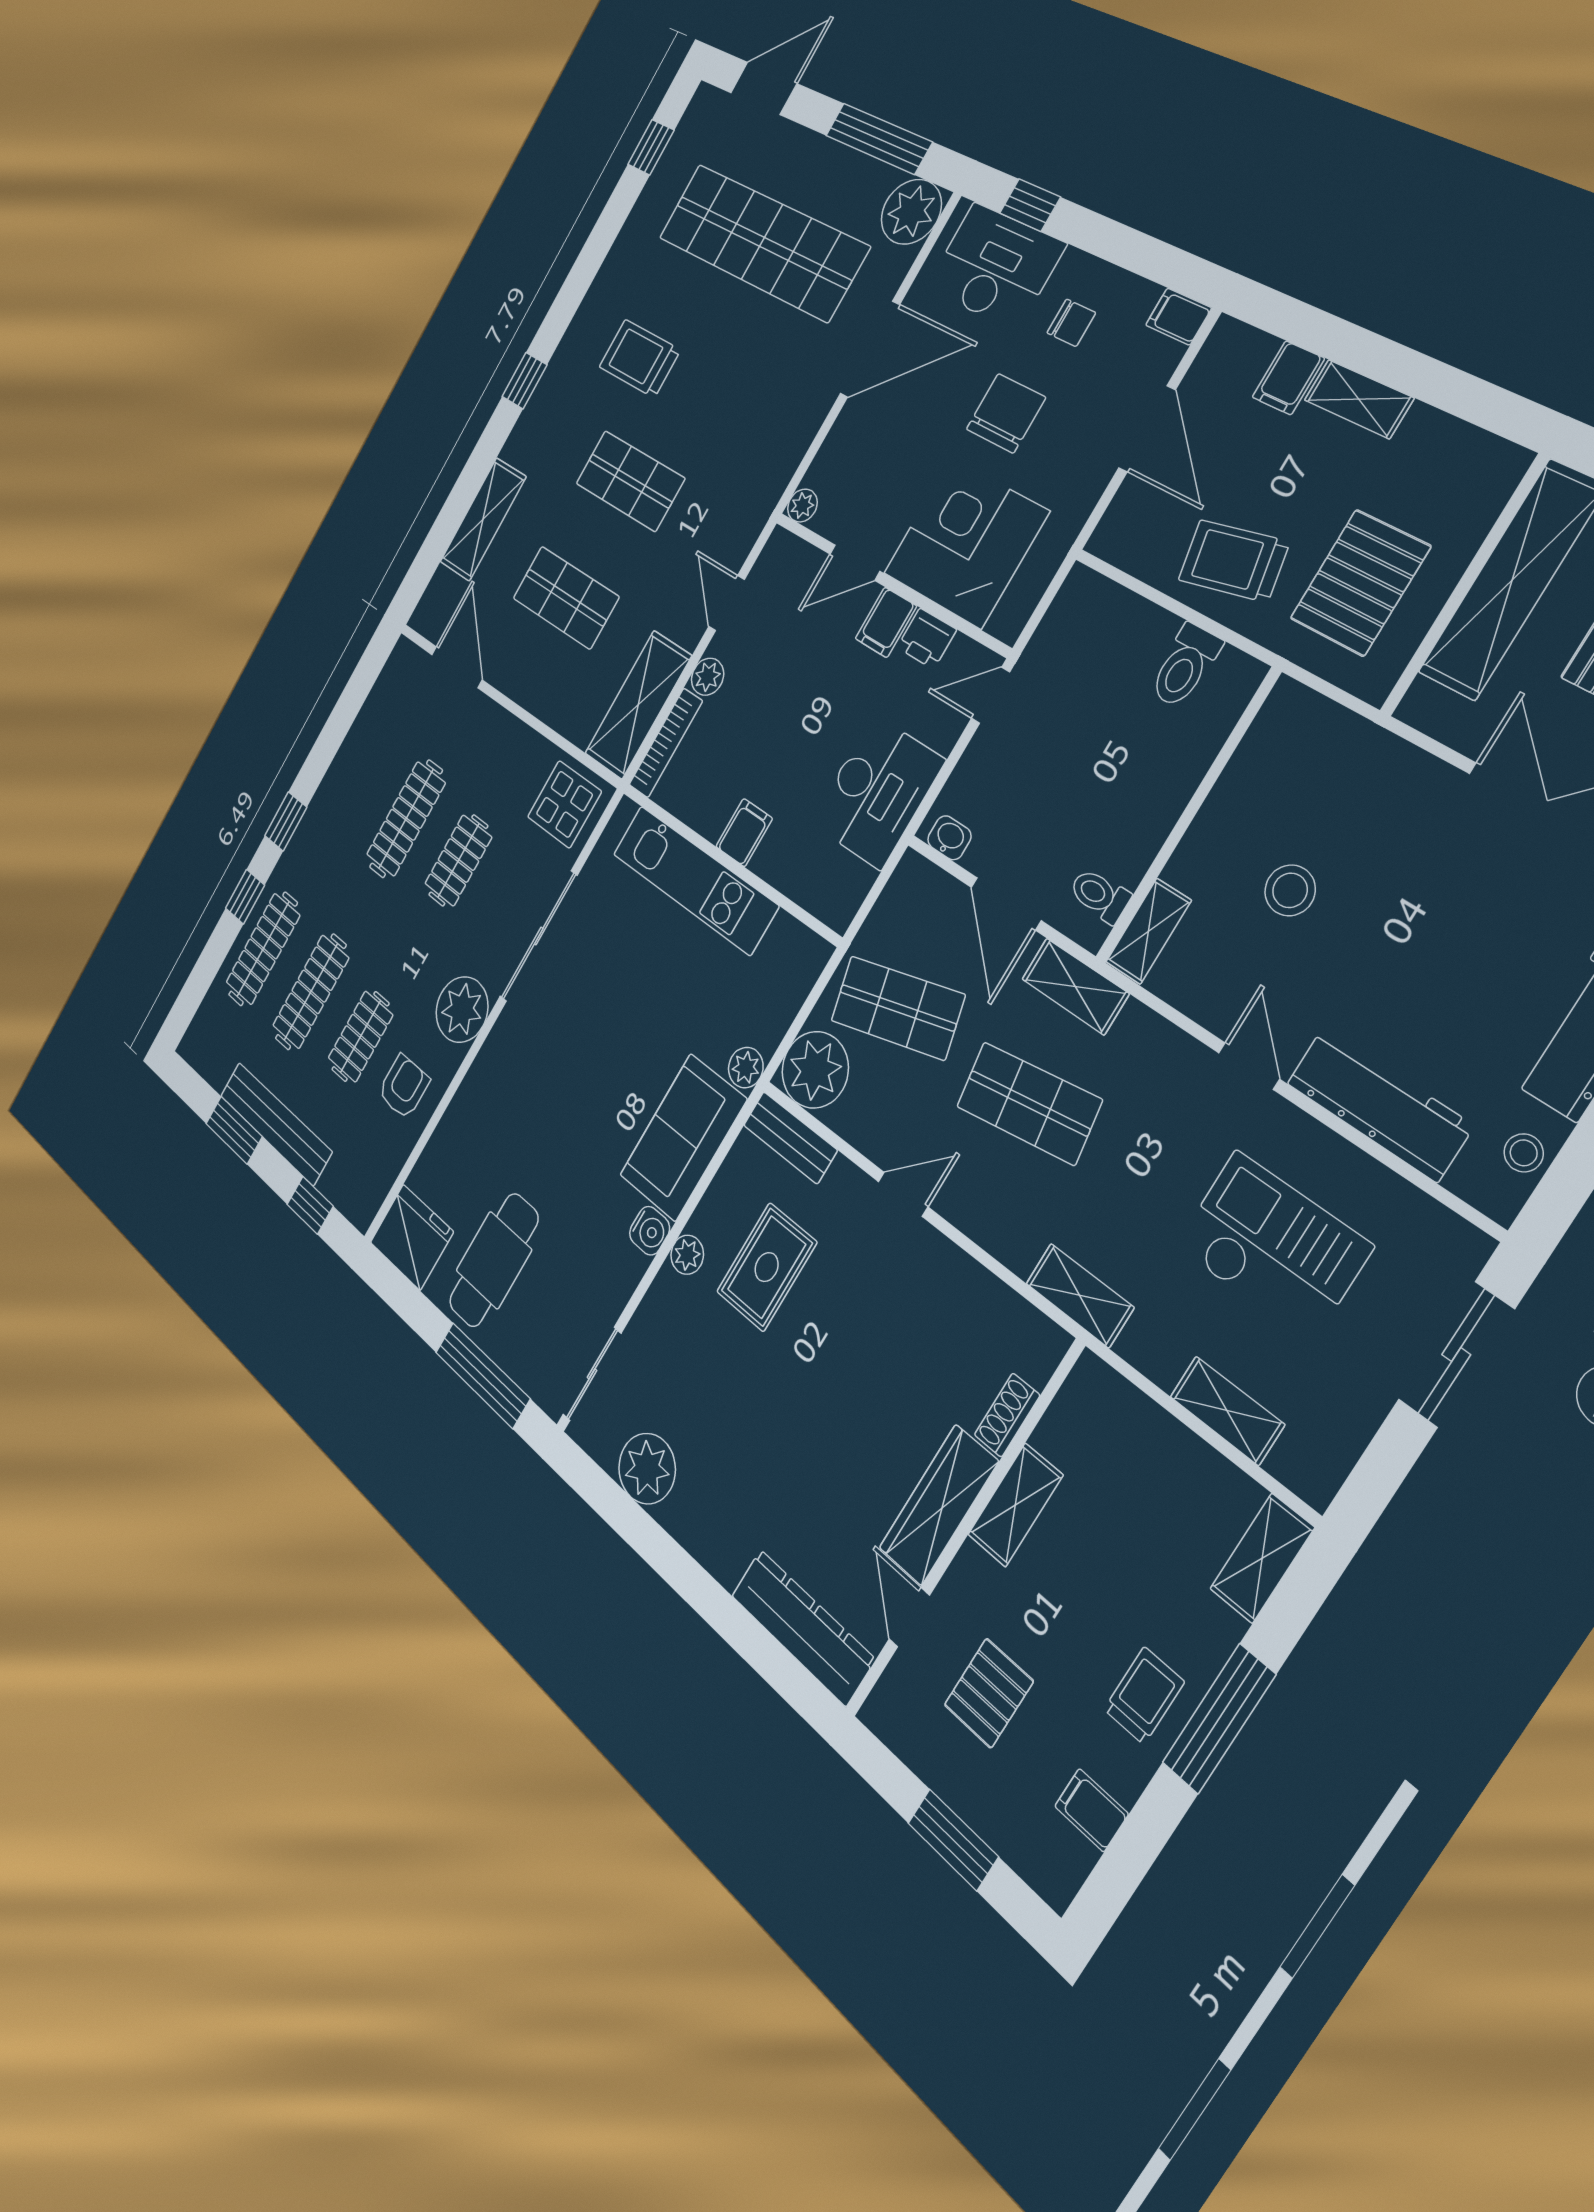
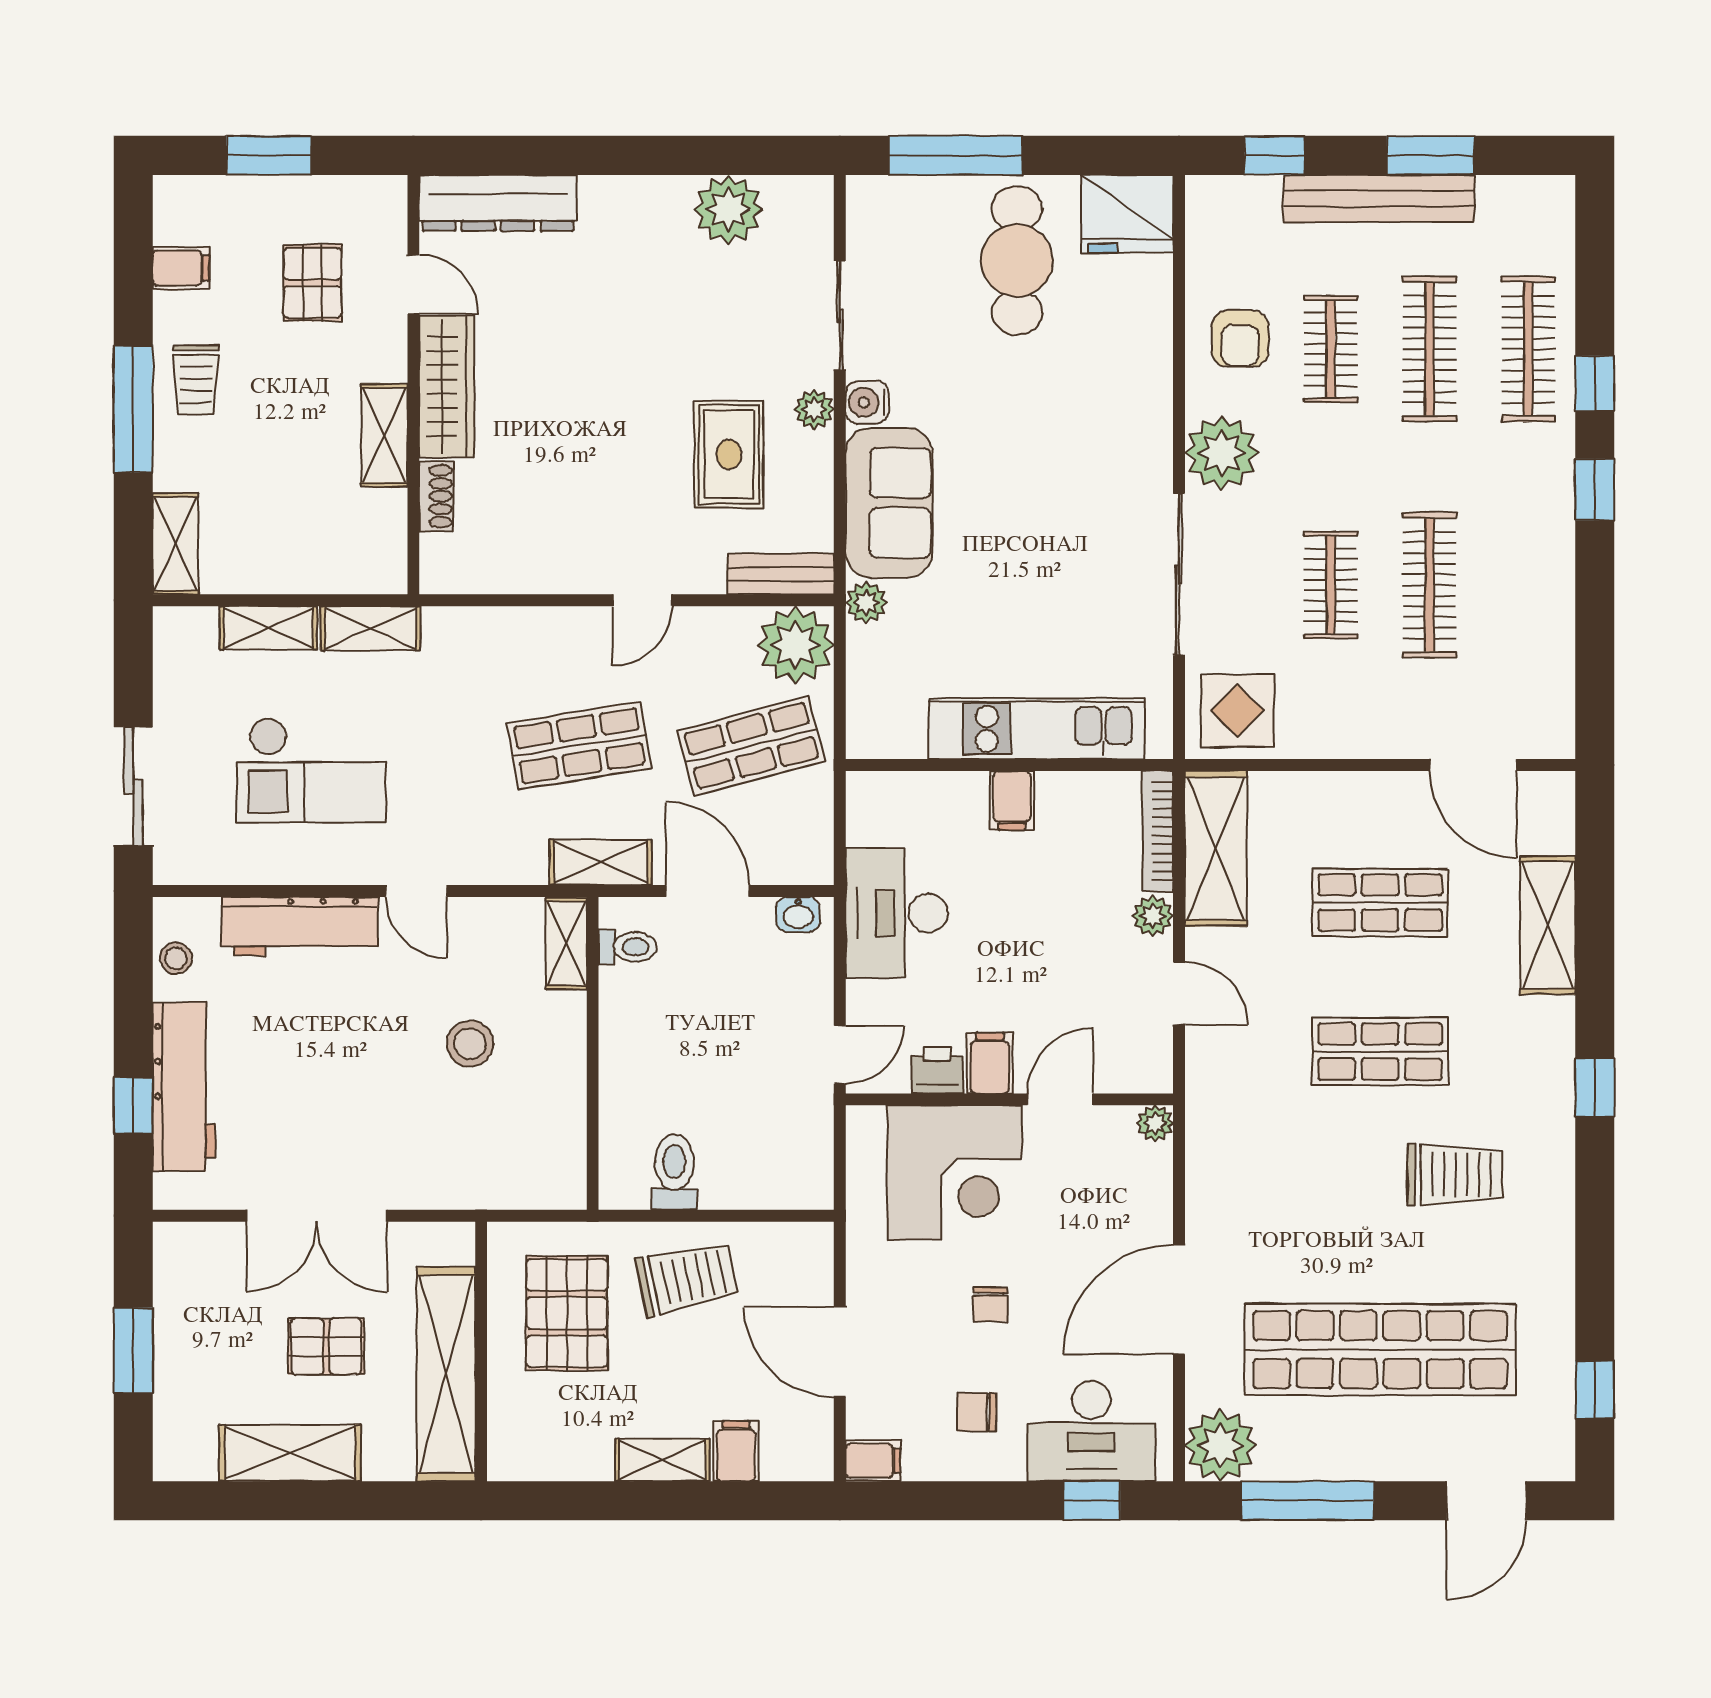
chair: (1006, 413) -> (990, 1304), width x0.54, depth x0.54
shelving: (1080, 1295) -> (370, 628), moved
sliding door: (592, 1374) -> (840, 316), moved

